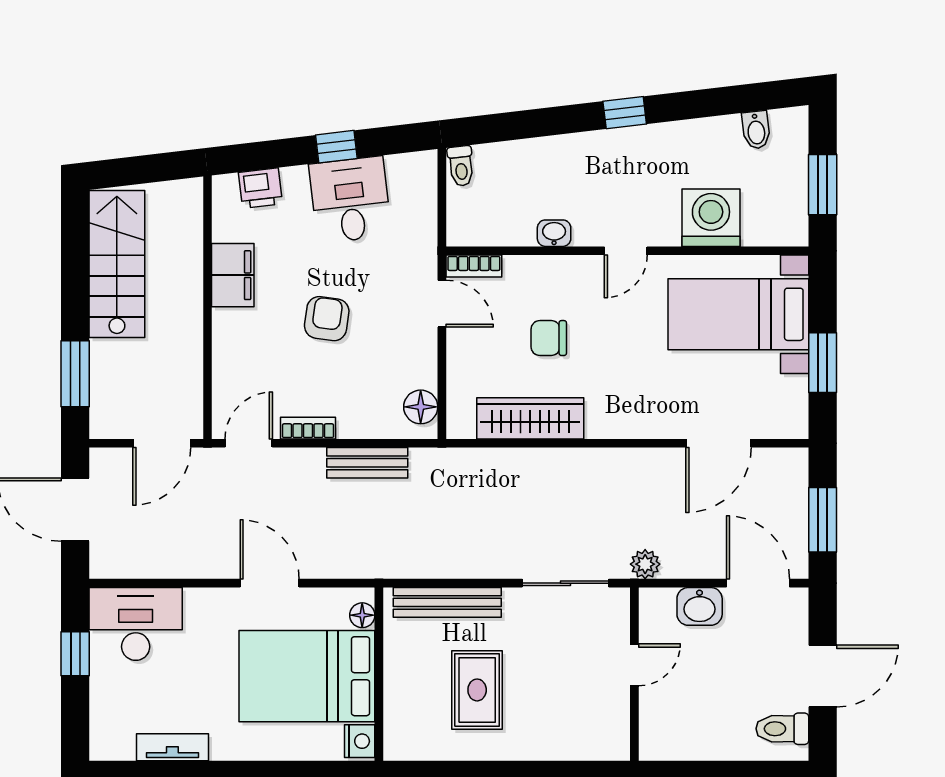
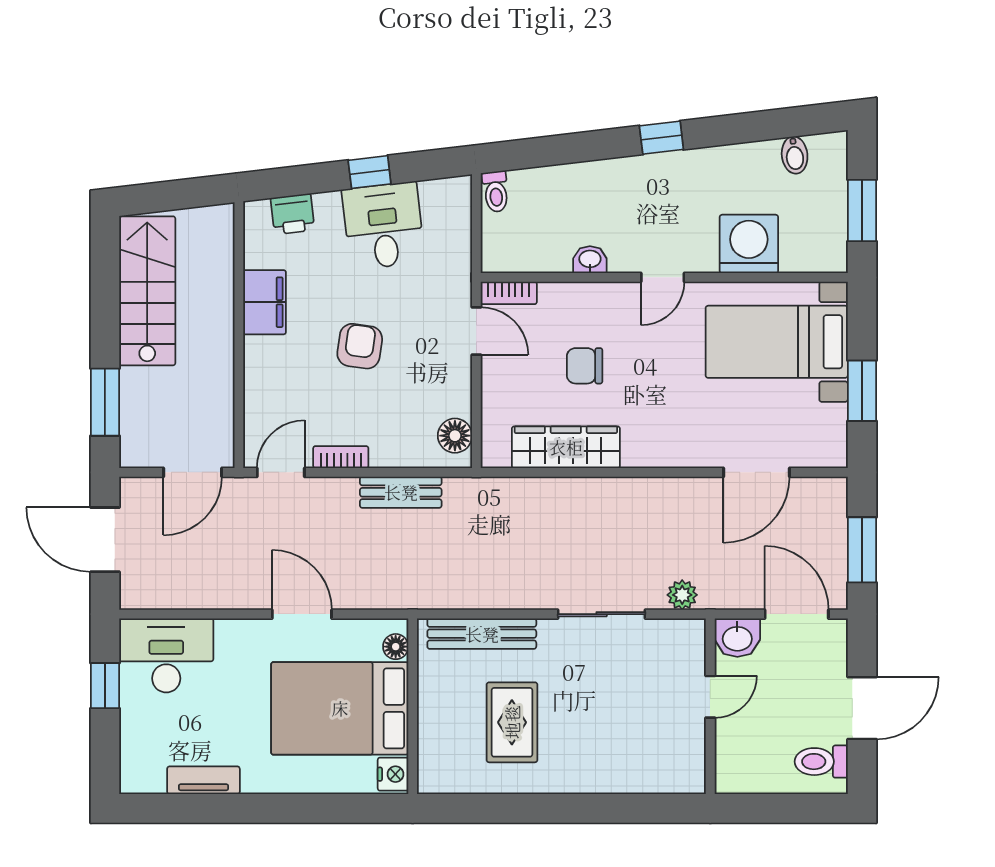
door: (634, 665) -> (710, 697), moved
wall: (634, 674) -> (710, 706), moved

